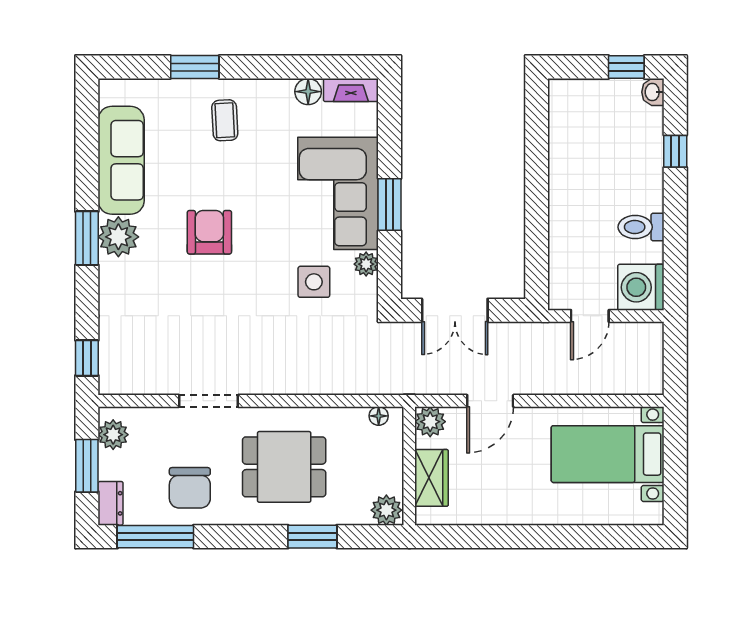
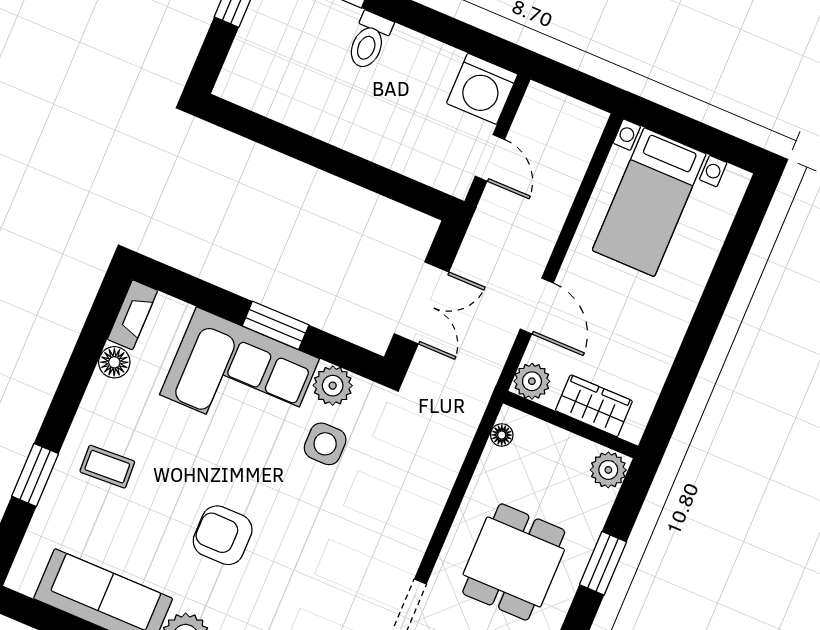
toilet: (641, 227) -> (369, 41), moved
plant: (366, 264) -> (333, 386), width x1.38, depth x1.38

